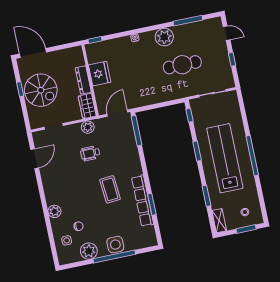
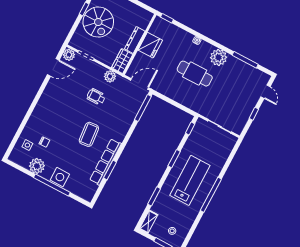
cafe table: (182, 65) -> (195, 74), moved
lab bench: (225, 158) -> (190, 180), width x0.73
plant: (54, 211) -> (69, 55), moved

